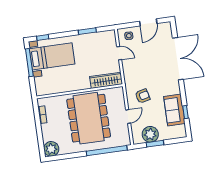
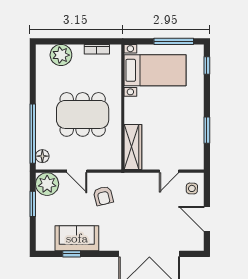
bed with nightstands: (52, 56) -> (155, 70), moved, turned -90
dining table: (89, 118) -> (83, 114), width x0.73, depth x0.80
plant: (150, 134) -> (47, 184), moved
floor lamp: (121, 142) -> (42, 156), added
plant: (51, 149) -> (61, 55), moved

